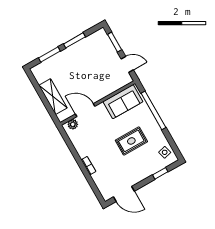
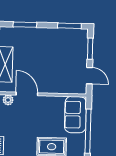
window: (74, 40) -> (69, 26), moved
sofa: (123, 102) -> (75, 115), moved, turned 90

